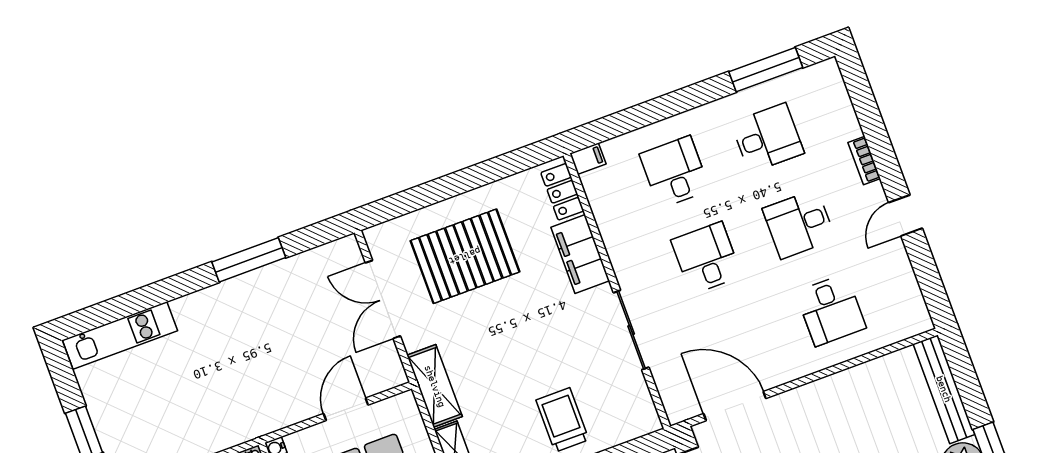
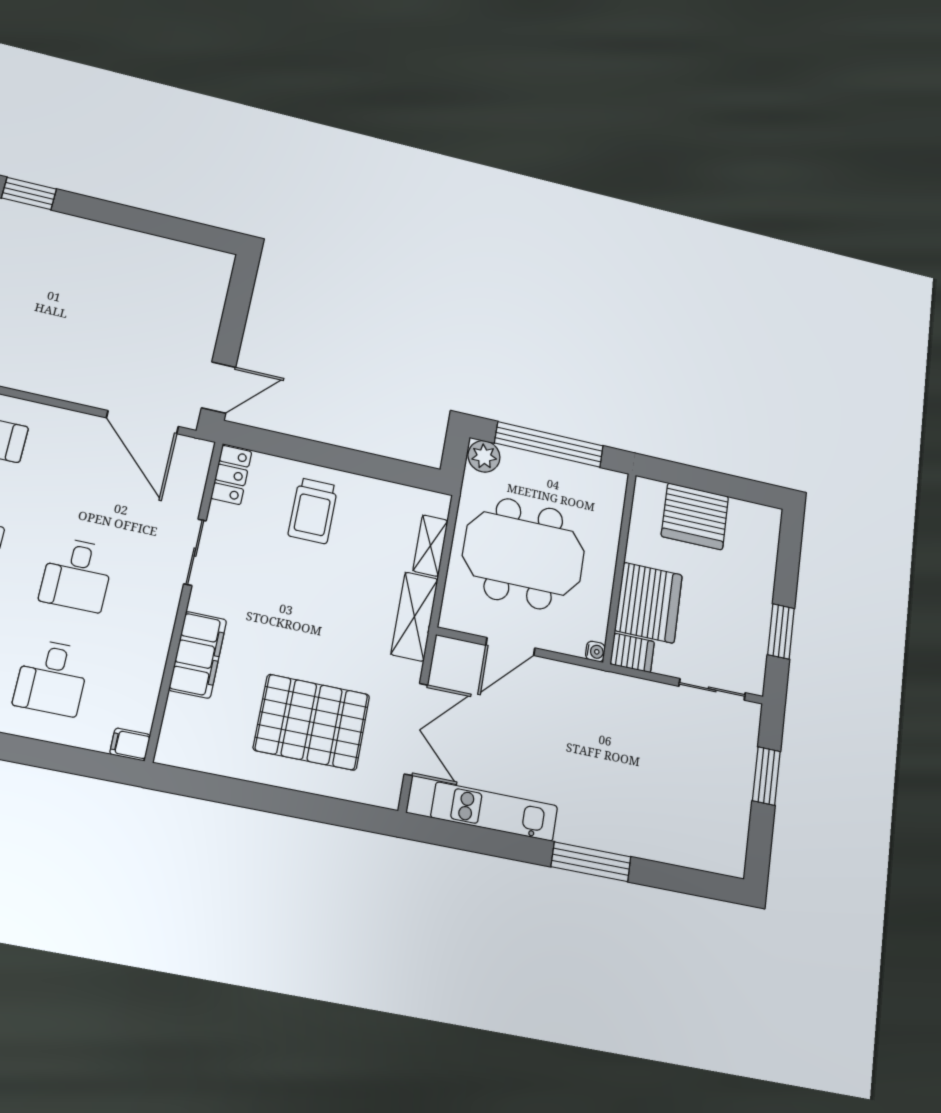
locker: (562, 192) -> (231, 475), moved
window: (249, 260) -> (591, 862), moved
sliding door: (631, 330) -> (195, 552), width x0.73
kitchen unit: (120, 335) -> (494, 812), moved

